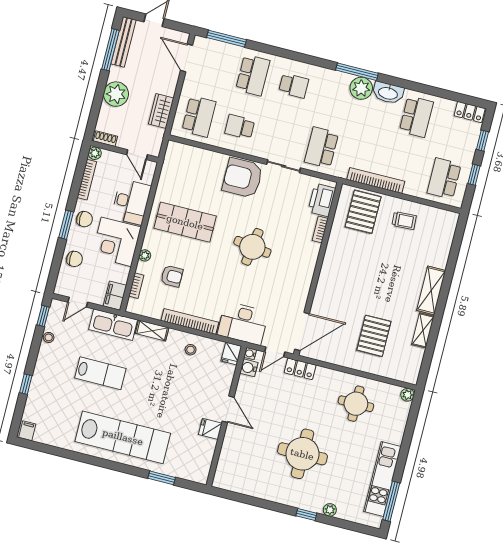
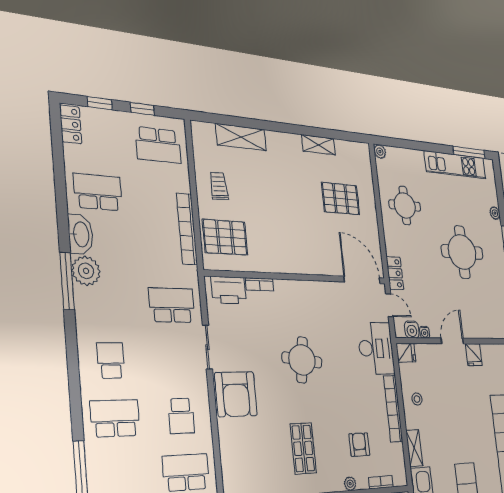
school desk: (322, 147) -> (172, 305), turned 180
shop shelf: (185, 222) -> (303, 448), width x0.70, depth x0.74
shelving: (431, 290) -> (241, 137), moved
water cooler: (250, 354) -> (425, 332), moved

